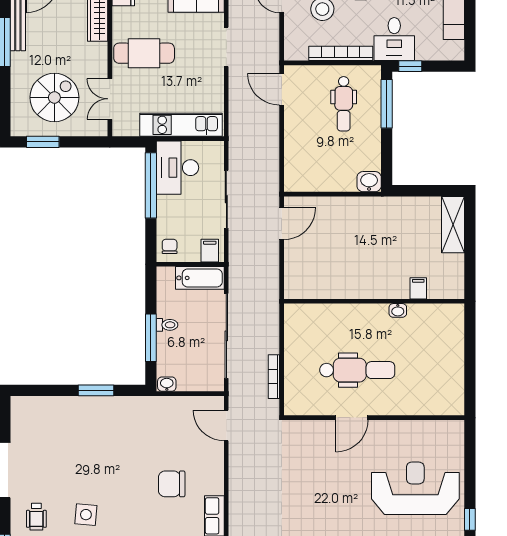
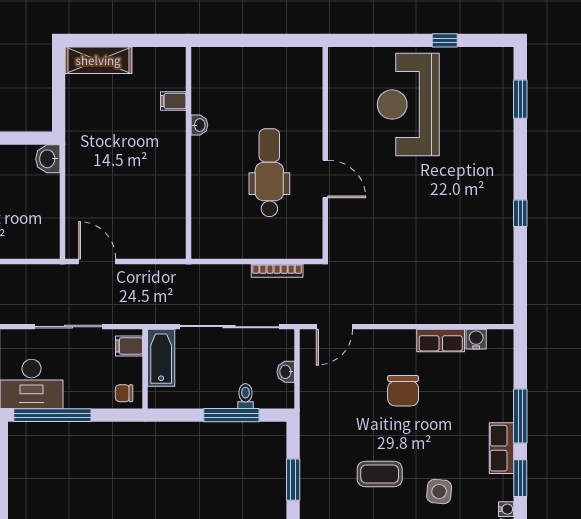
toilet: (167, 325) -> (245, 396), moved
washbasin: (167, 384) -> (286, 372), moved
coffee table: (101, 464) -> (380, 474), added

